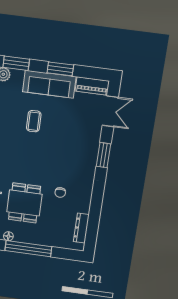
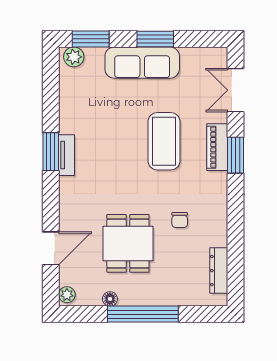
piano: (92, 86) -> (217, 147), moved, turned 90
double door: (110, 111) -> (236, 90), swing flipped
coffee table: (34, 121) -> (164, 141), moved, width x1.86, depth x1.72

